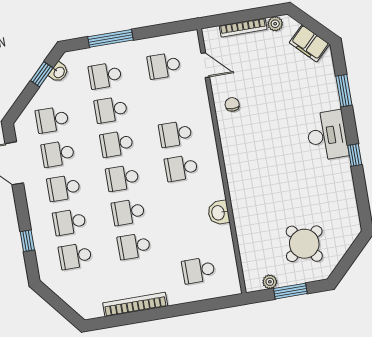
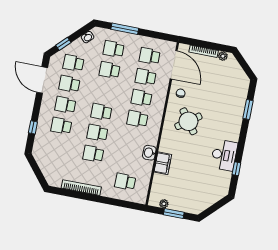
filing cabinet: (309, 43) -> (163, 163), moved, turned -135
door: (205, 65) -> (174, 65), width x1.87
window: (42, 74) -> (63, 44), moved
desk: (327, 136) -> (224, 155), moved
school desk: (117, 144) -> (146, 77), moved
window: (355, 155) -> (236, 169), moved
round table: (304, 244) -> (188, 121), moved
school desk: (75, 256) -> (57, 147), removed

